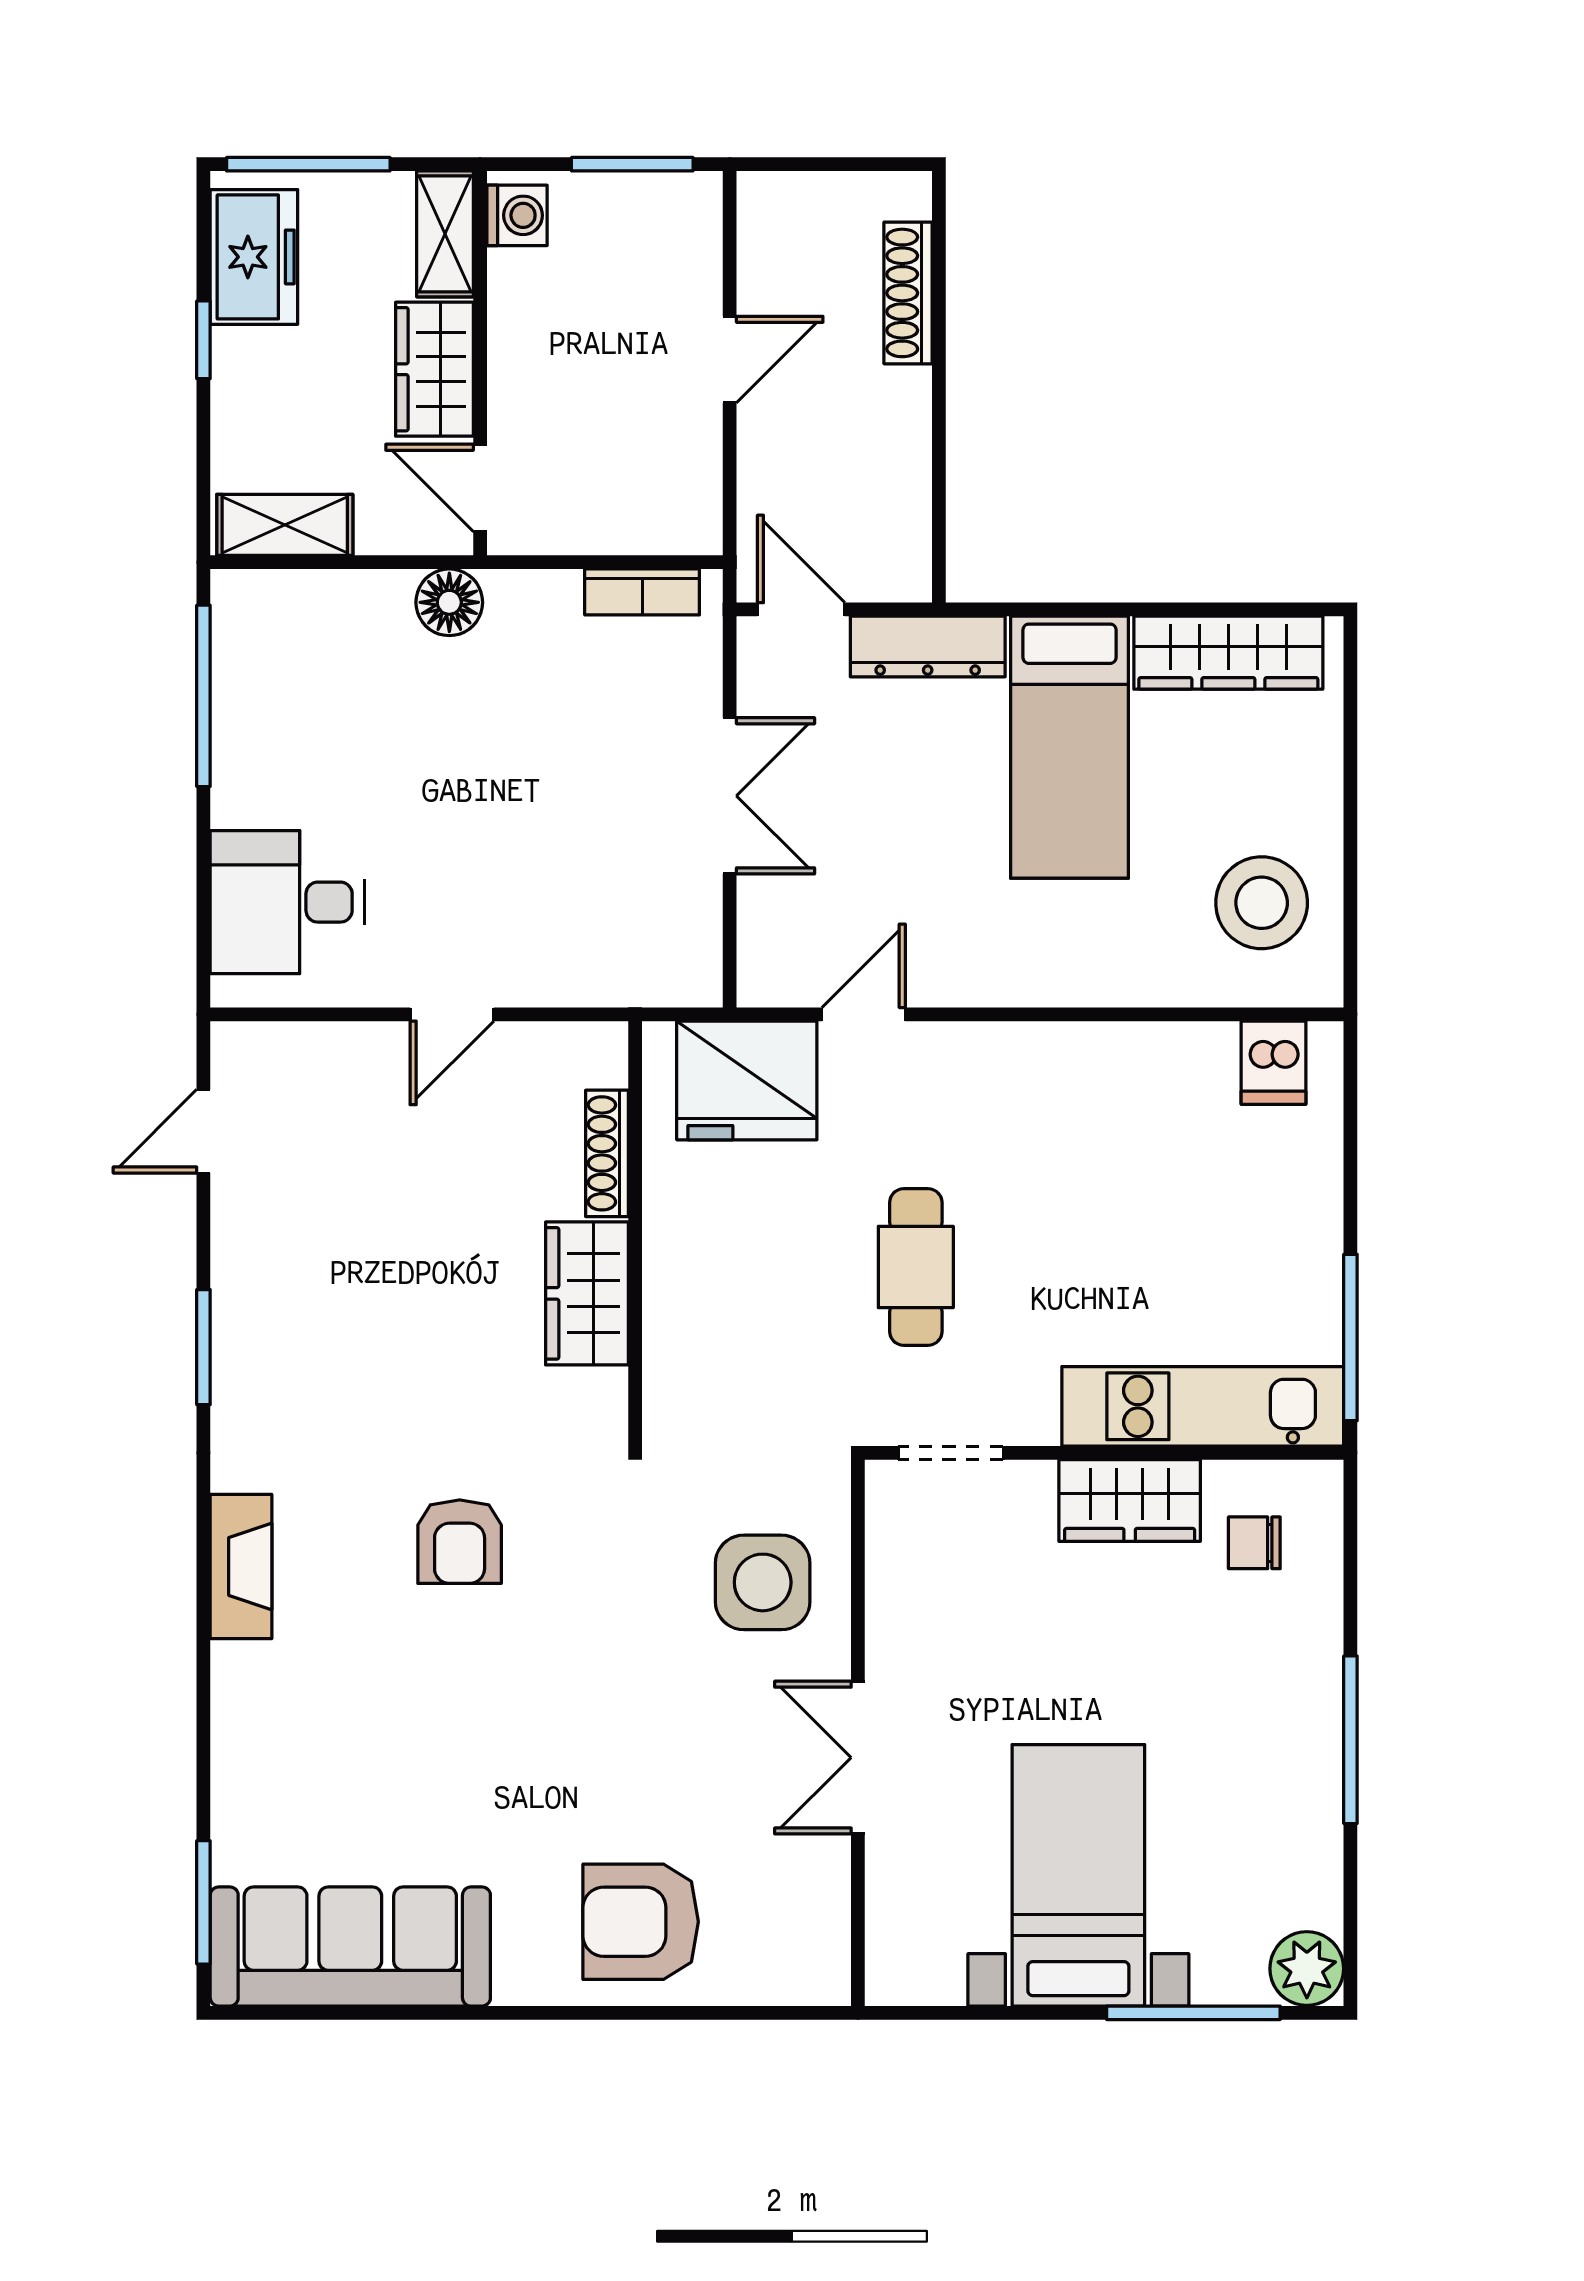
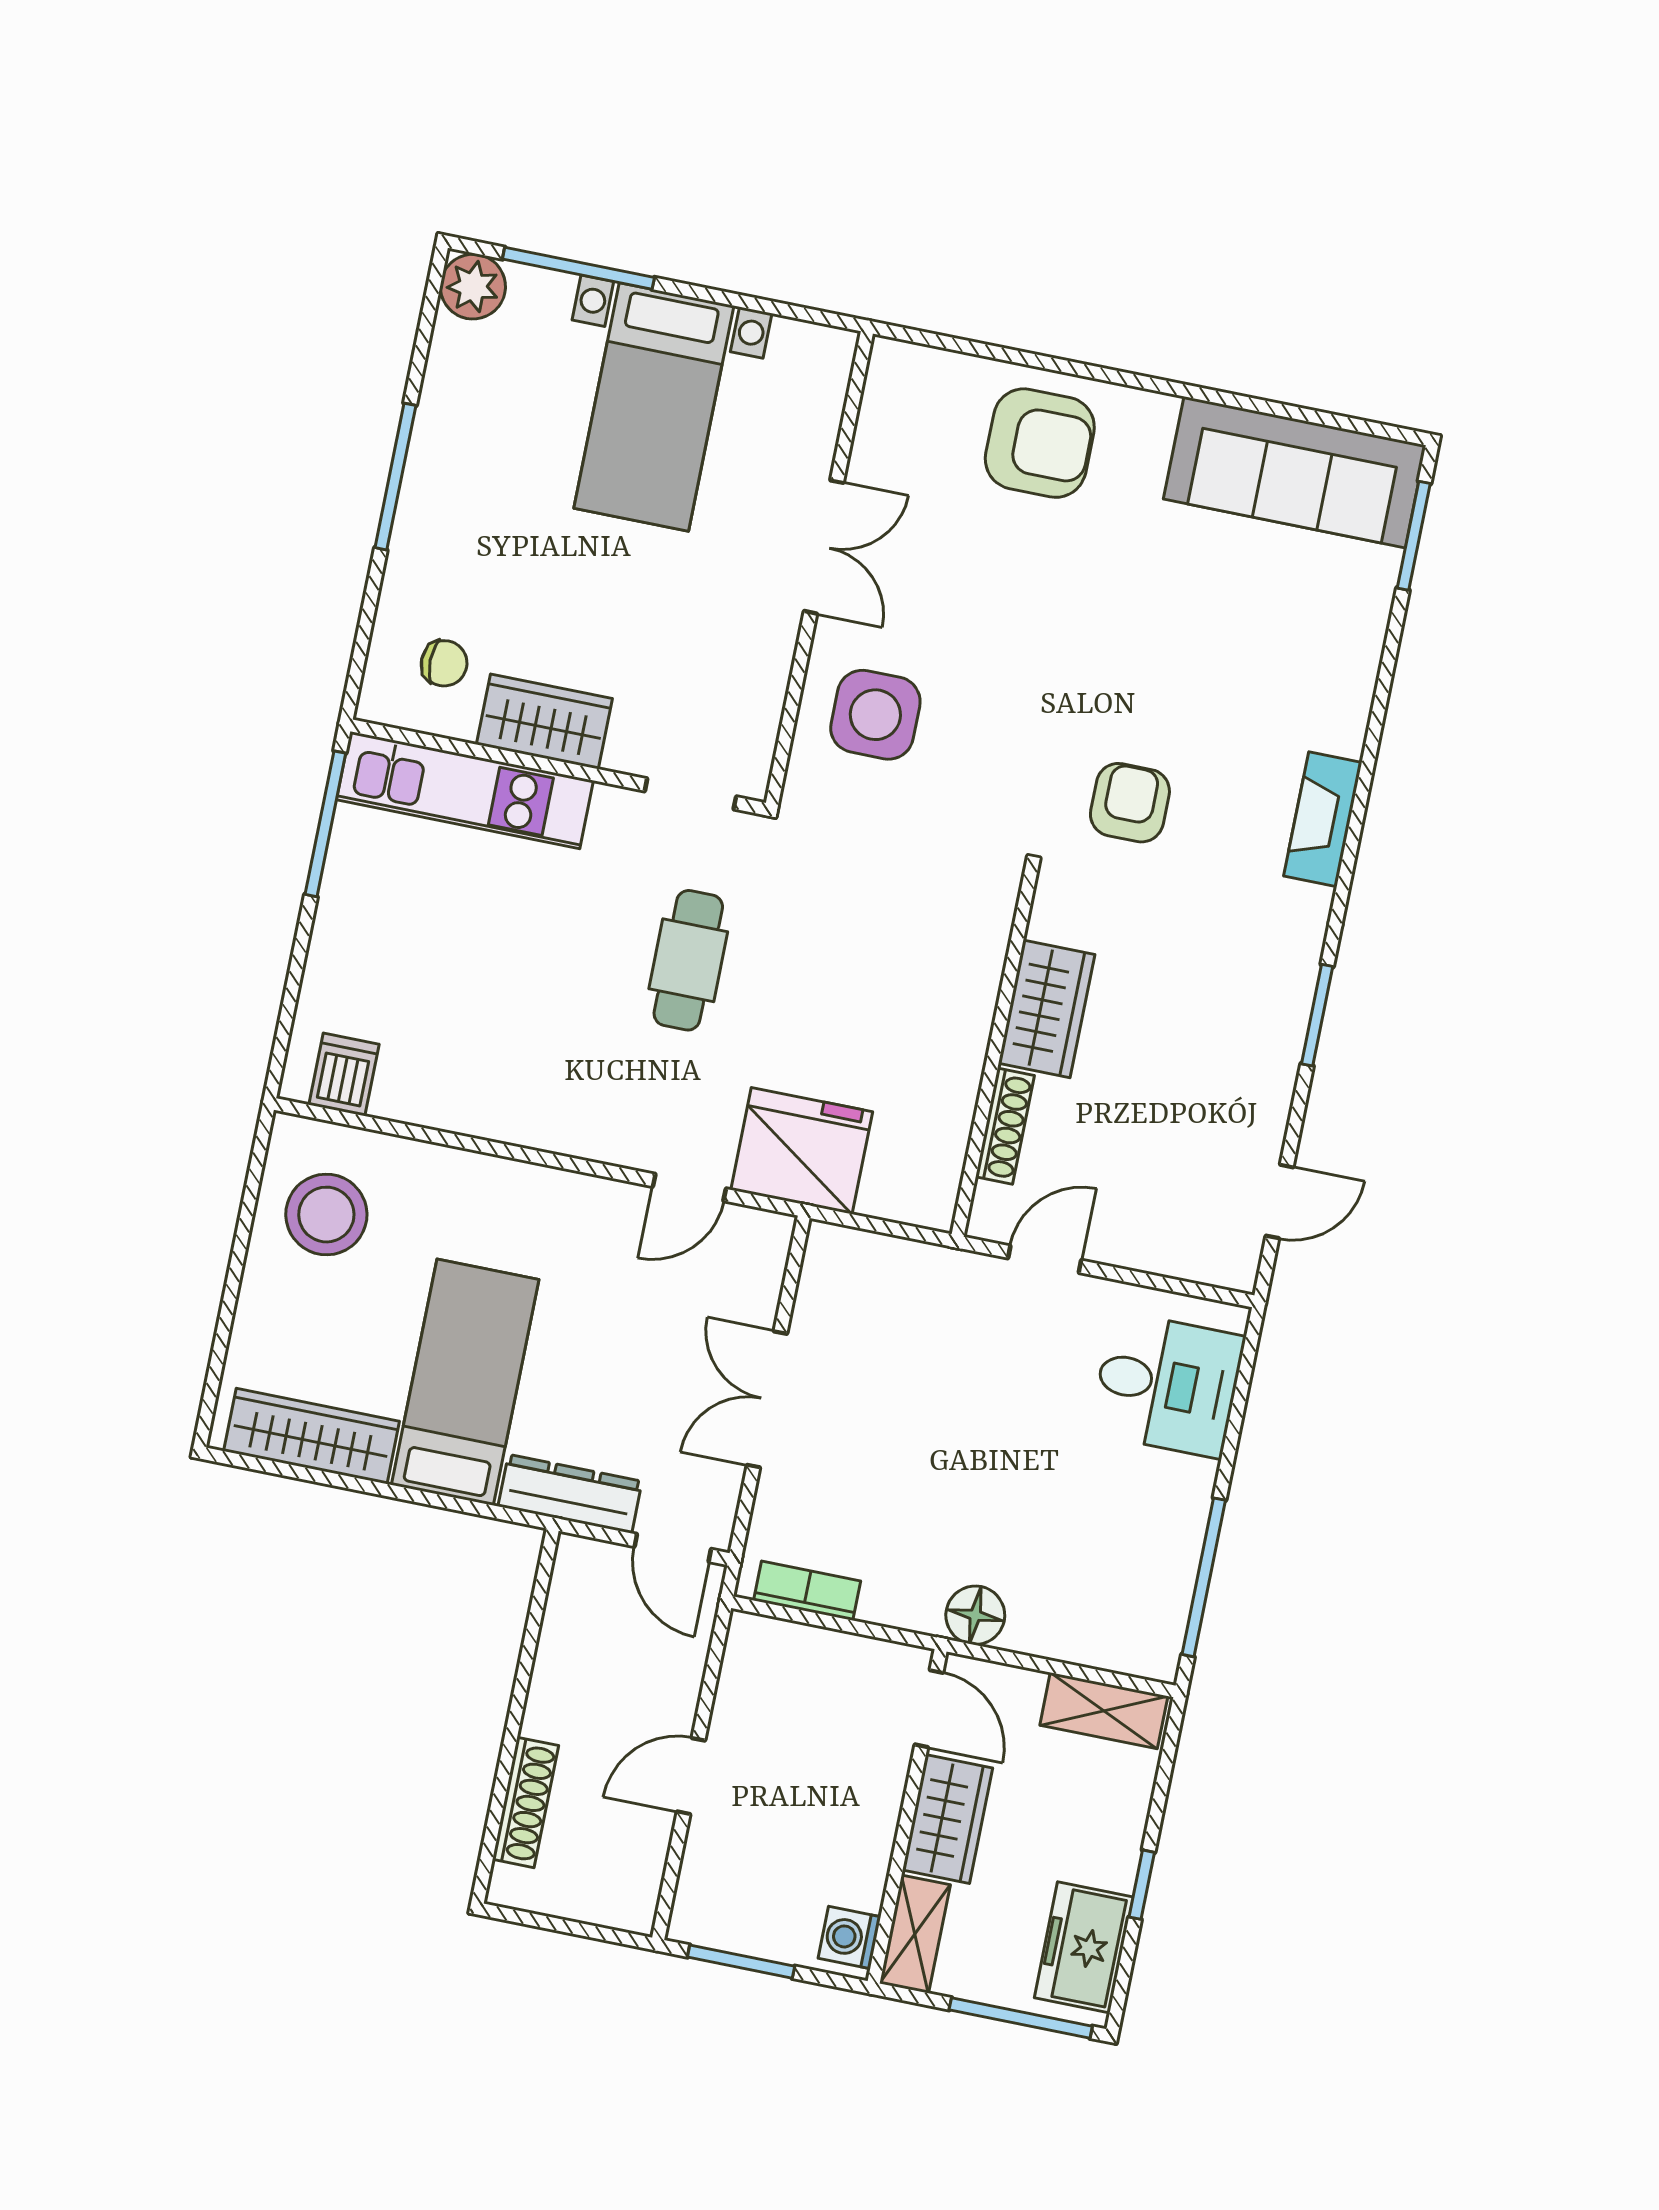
shoe rack: (607, 1153) -> (1005, 1126), moved
wall: (635, 1234) -> (995, 1052), moved
wardrobe: (587, 1293) -> (1047, 1009), moved

